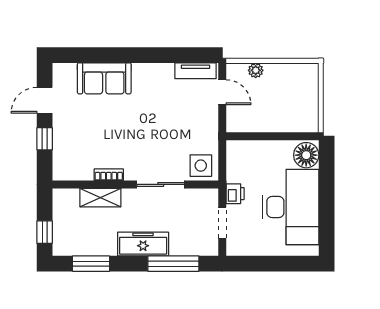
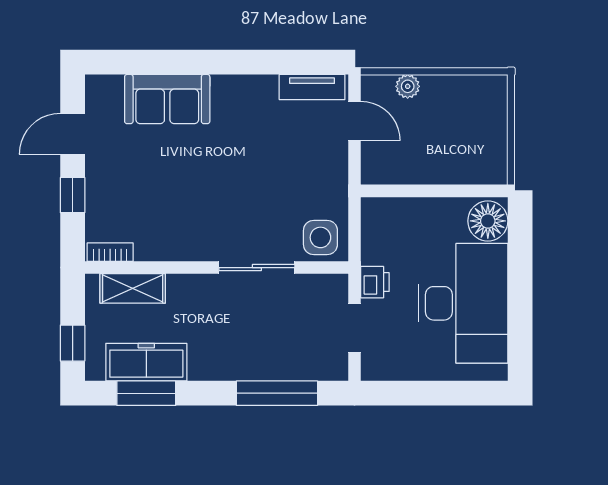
bookcase: (109, 175) -> (110, 252), moved
shelving: (100, 198) -> (133, 288), moved
freezer: (143, 244) -> (146, 362), moved

